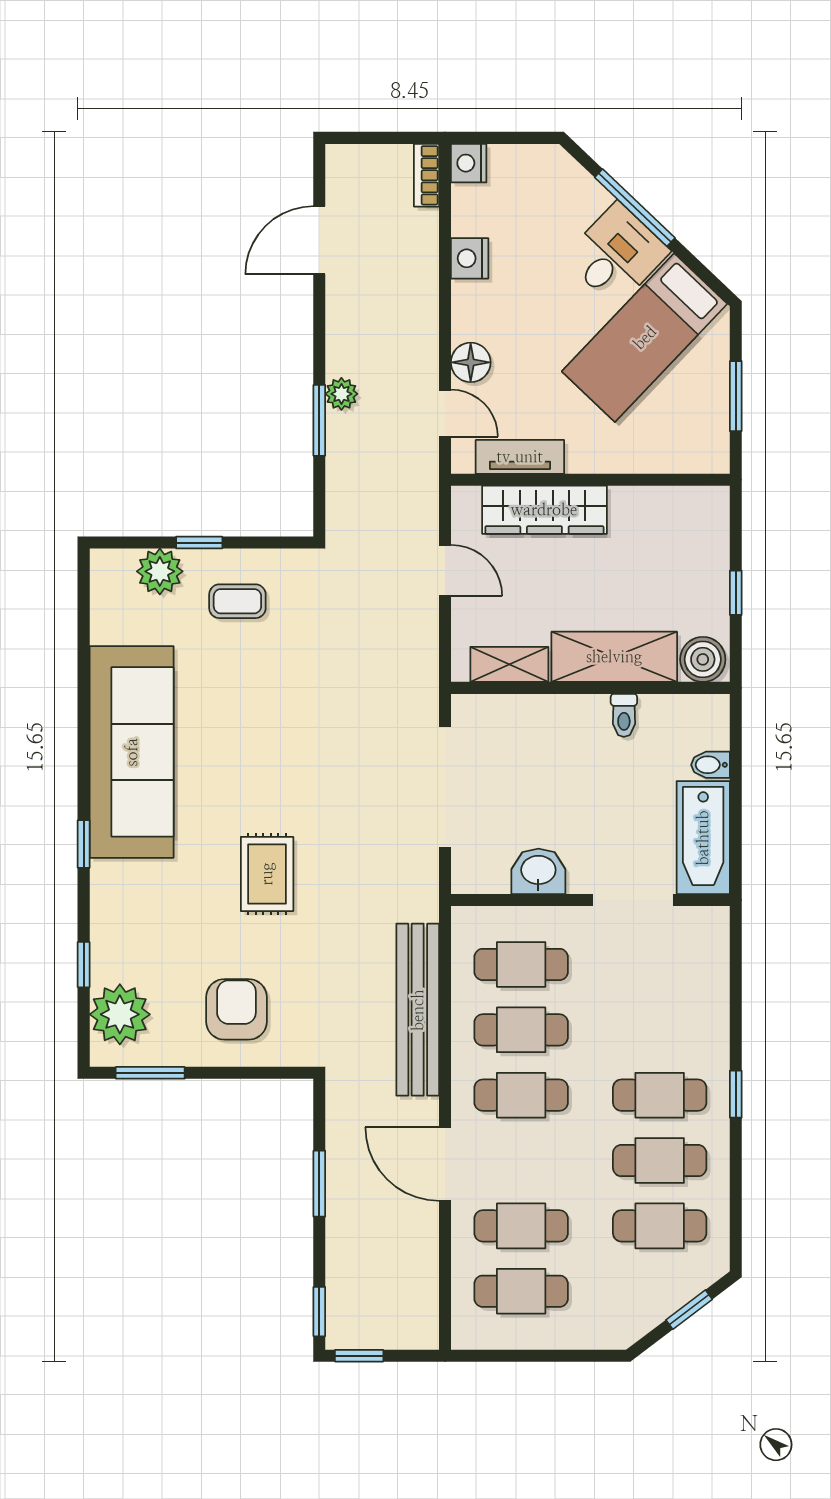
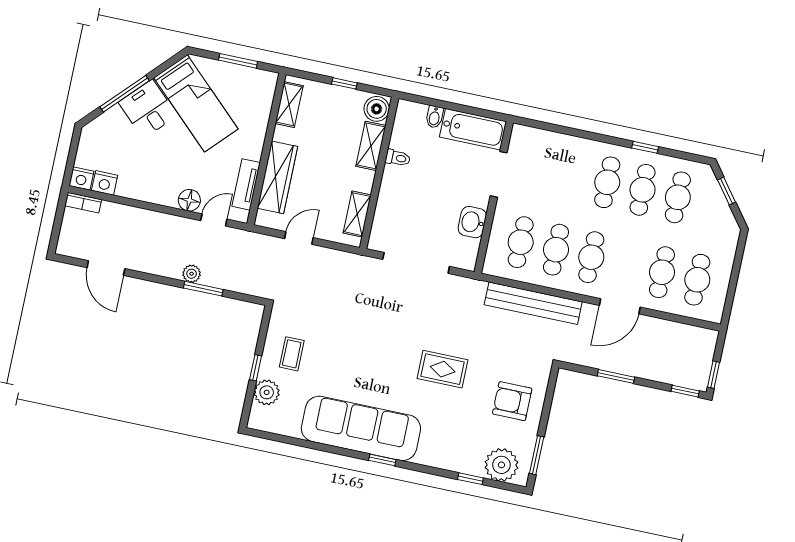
nightstand: (470, 258) -> (105, 183), moved
shelving: (677, 503) -> (289, 105), added
shelving: (614, 657) -> (371, 146), width x0.67, depth x0.75
window: (84, 844) -> (382, 460), moved
window: (736, 1094) -> (645, 147), moved

